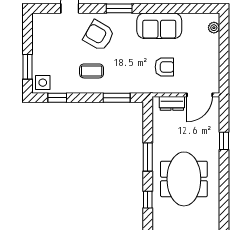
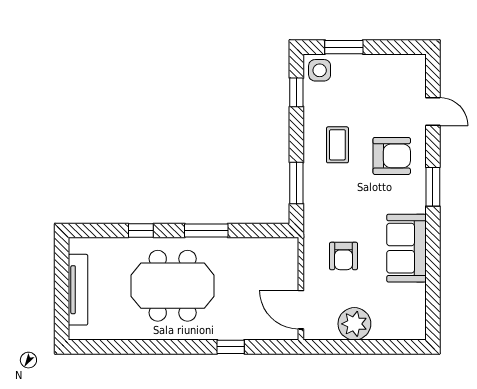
plant: (214, 28) -> (354, 324), moved, width x1.87, depth x1.87
armchair: (99, 35) -> (392, 156), turned 60
dresser: (172, 103) -> (288, 267), removed

